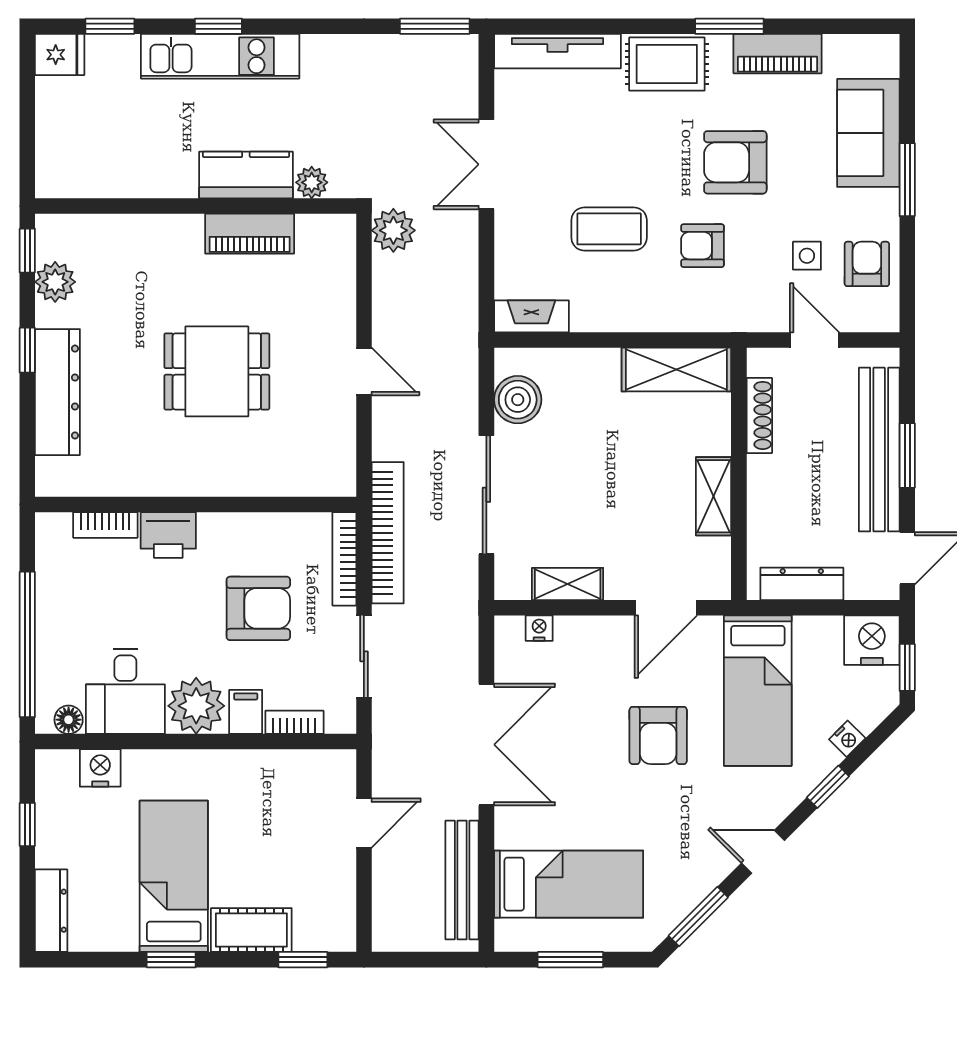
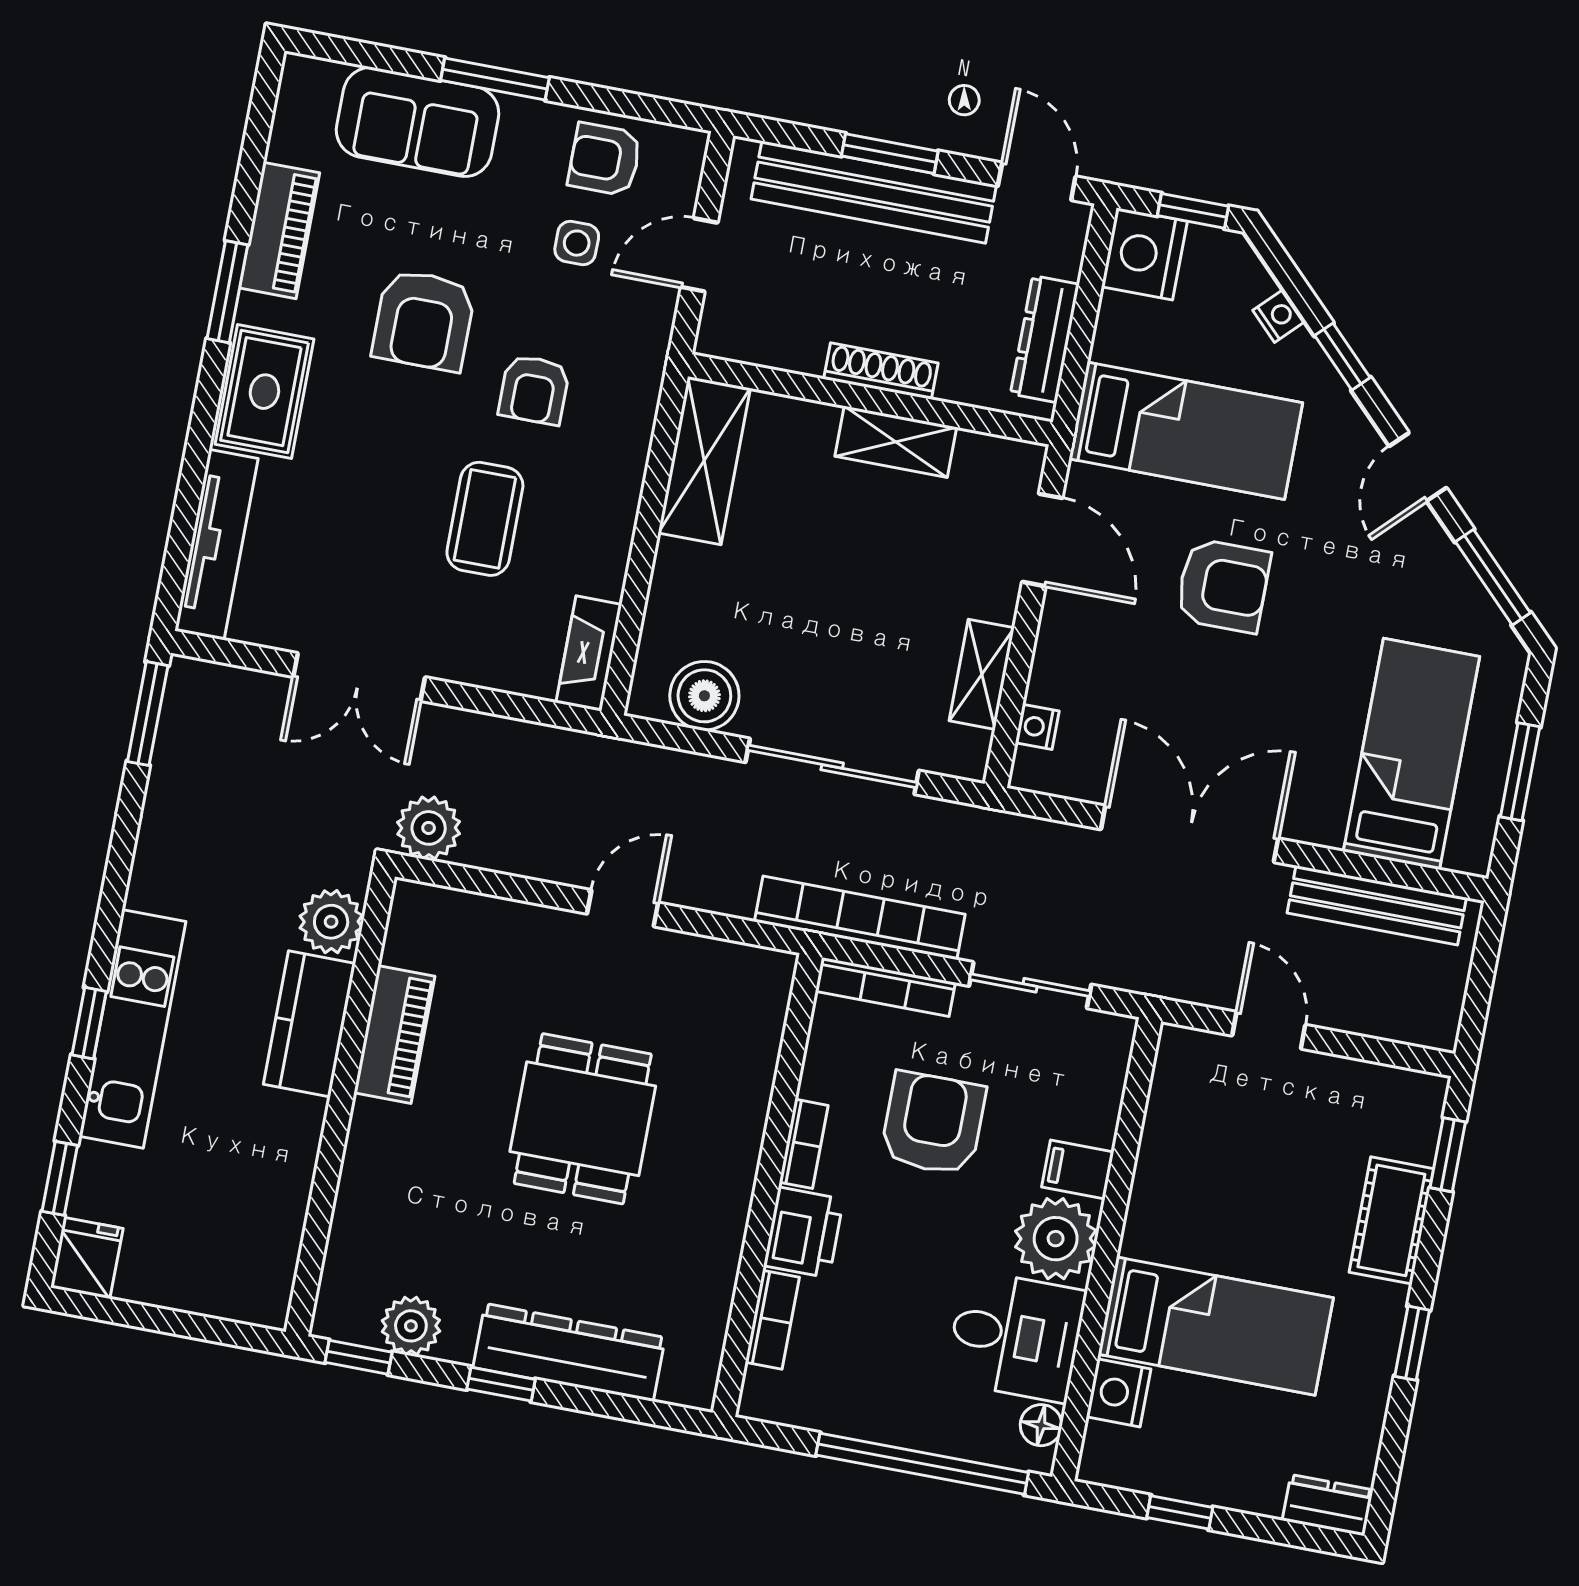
plant: (312, 182) -> (331, 922), width x1.38, depth x1.38
shoe rack: (759, 415) -> (881, 371), moved
bookcase: (294, 722) -> (804, 1144), moved, turned 180
bed: (174, 876) -> (1216, 1326), moved, turned 180
dresser: (51, 911) -> (1328, 1505), width x0.70

